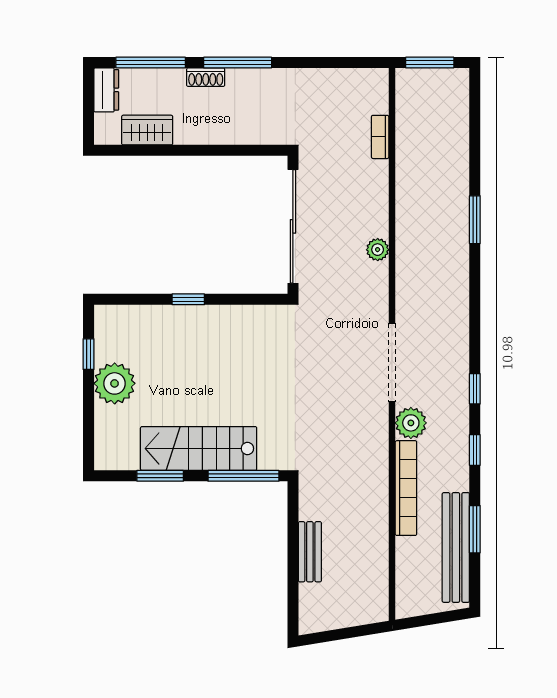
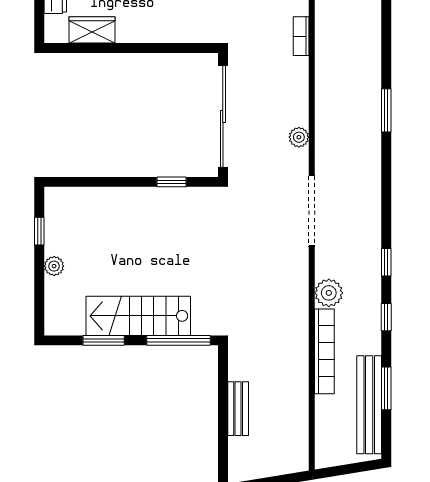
window: (188, 299) -> (171, 182), moved
doorway: (392, 363) -> (312, 211), moved
plant: (115, 383) -> (54, 266), width x0.53, depth x0.53

